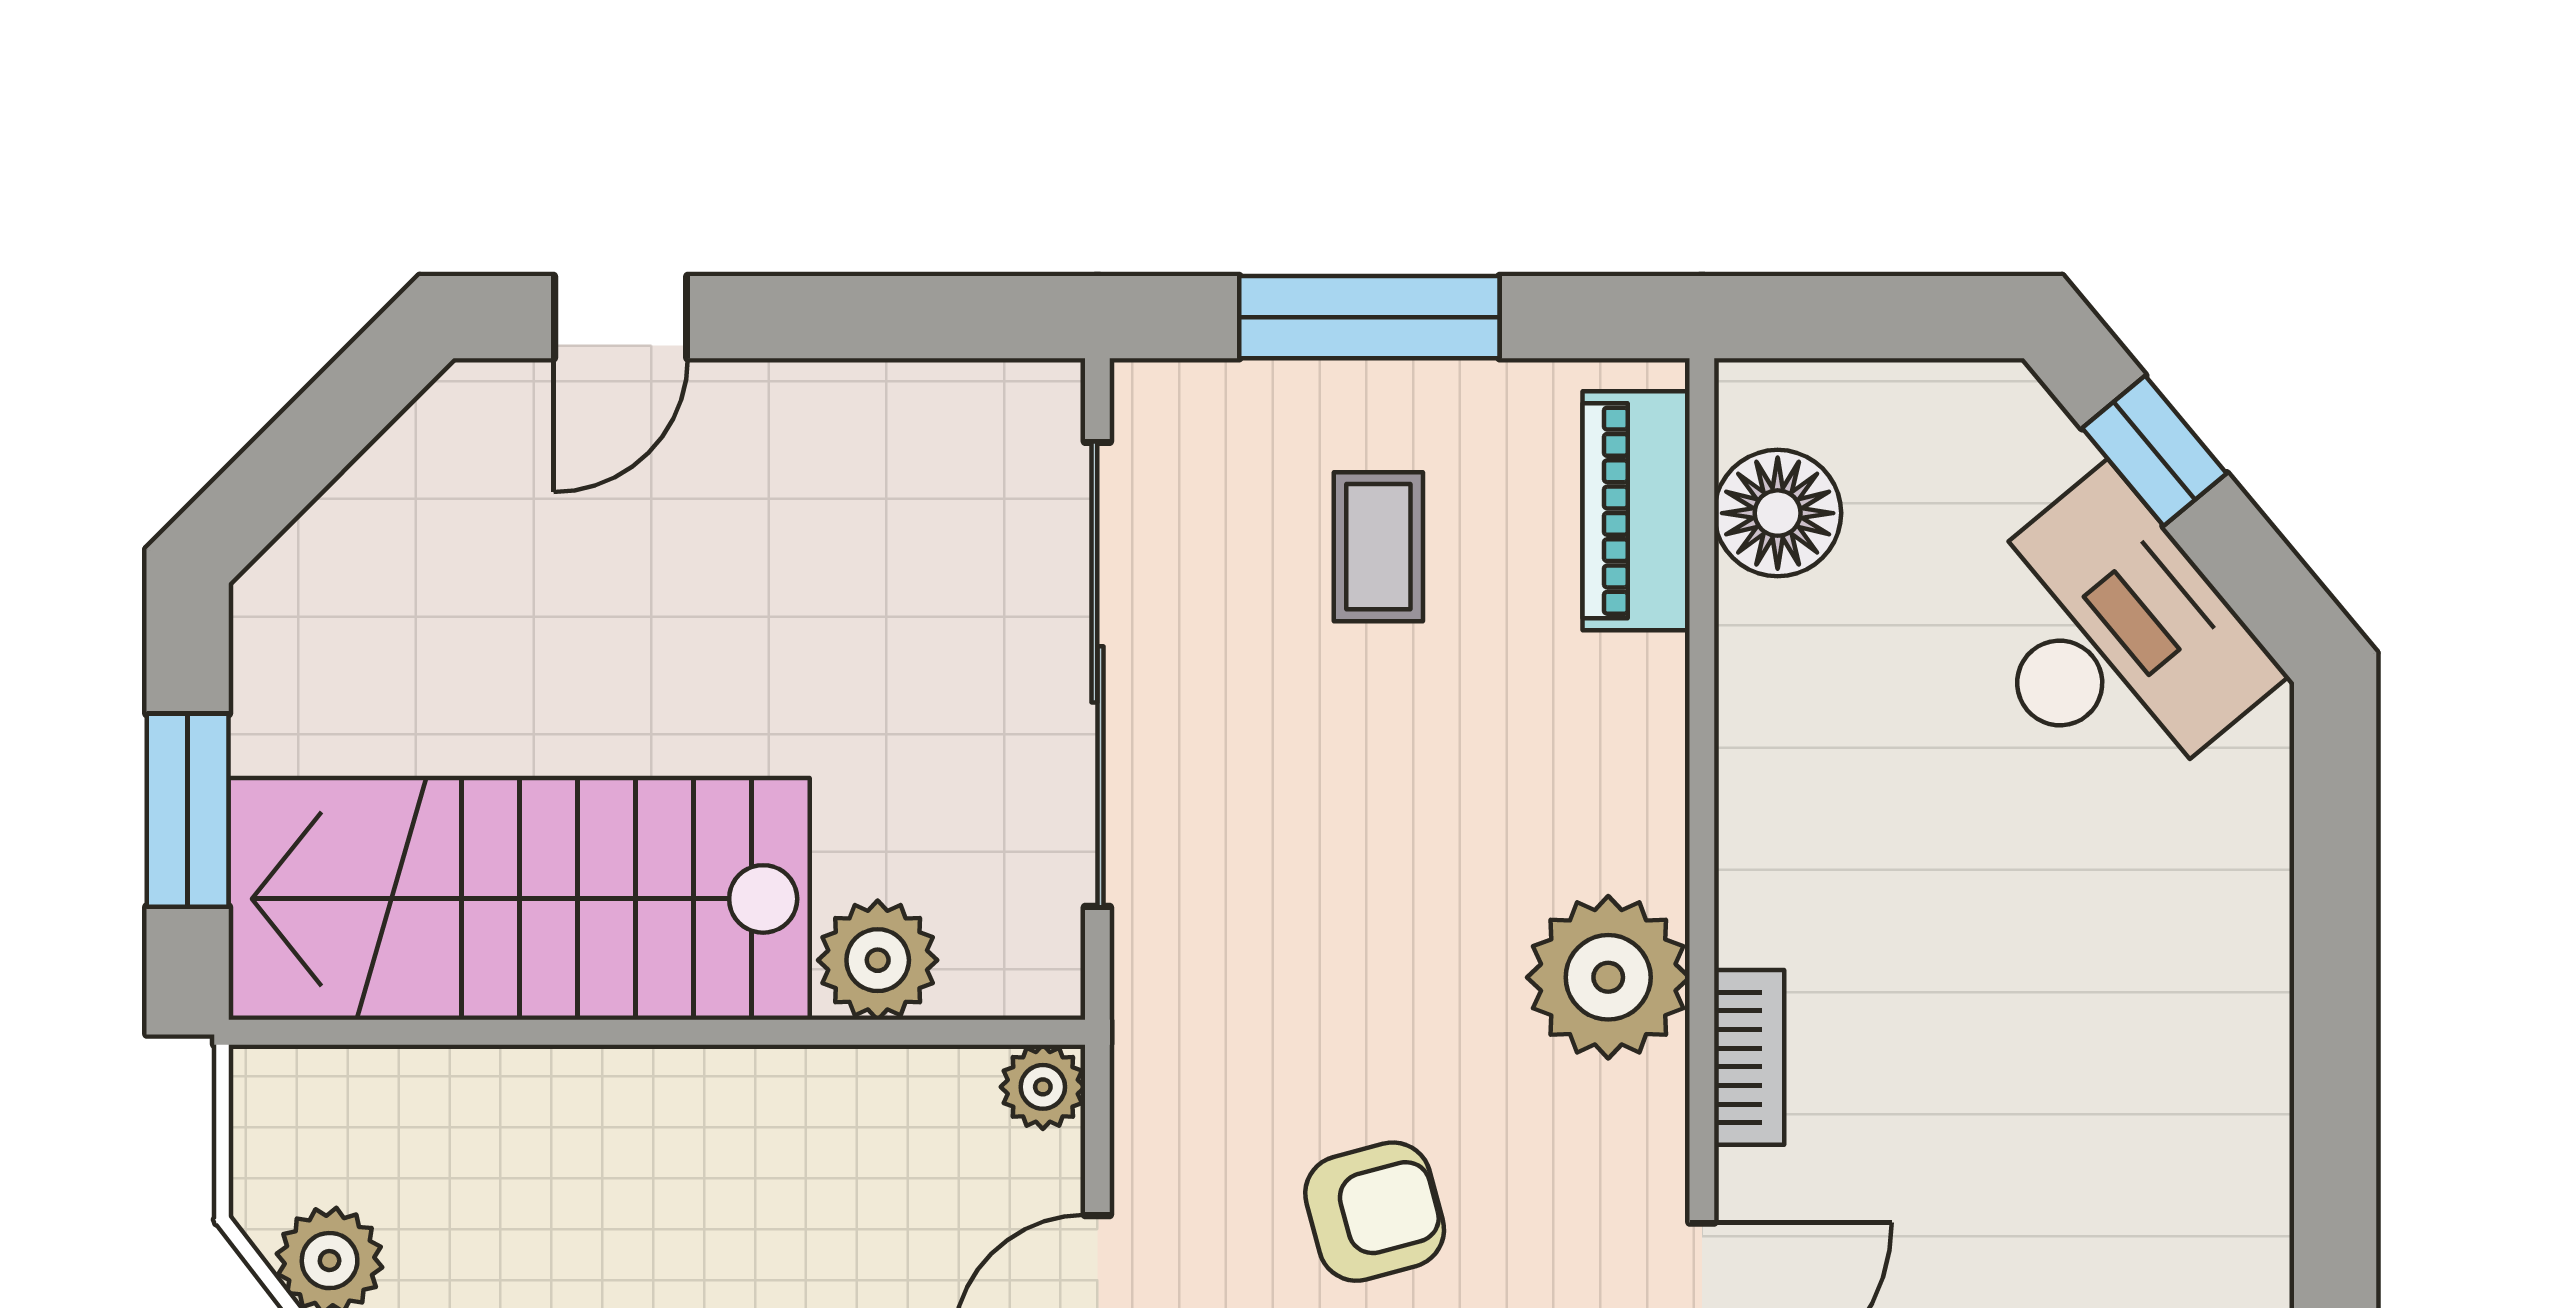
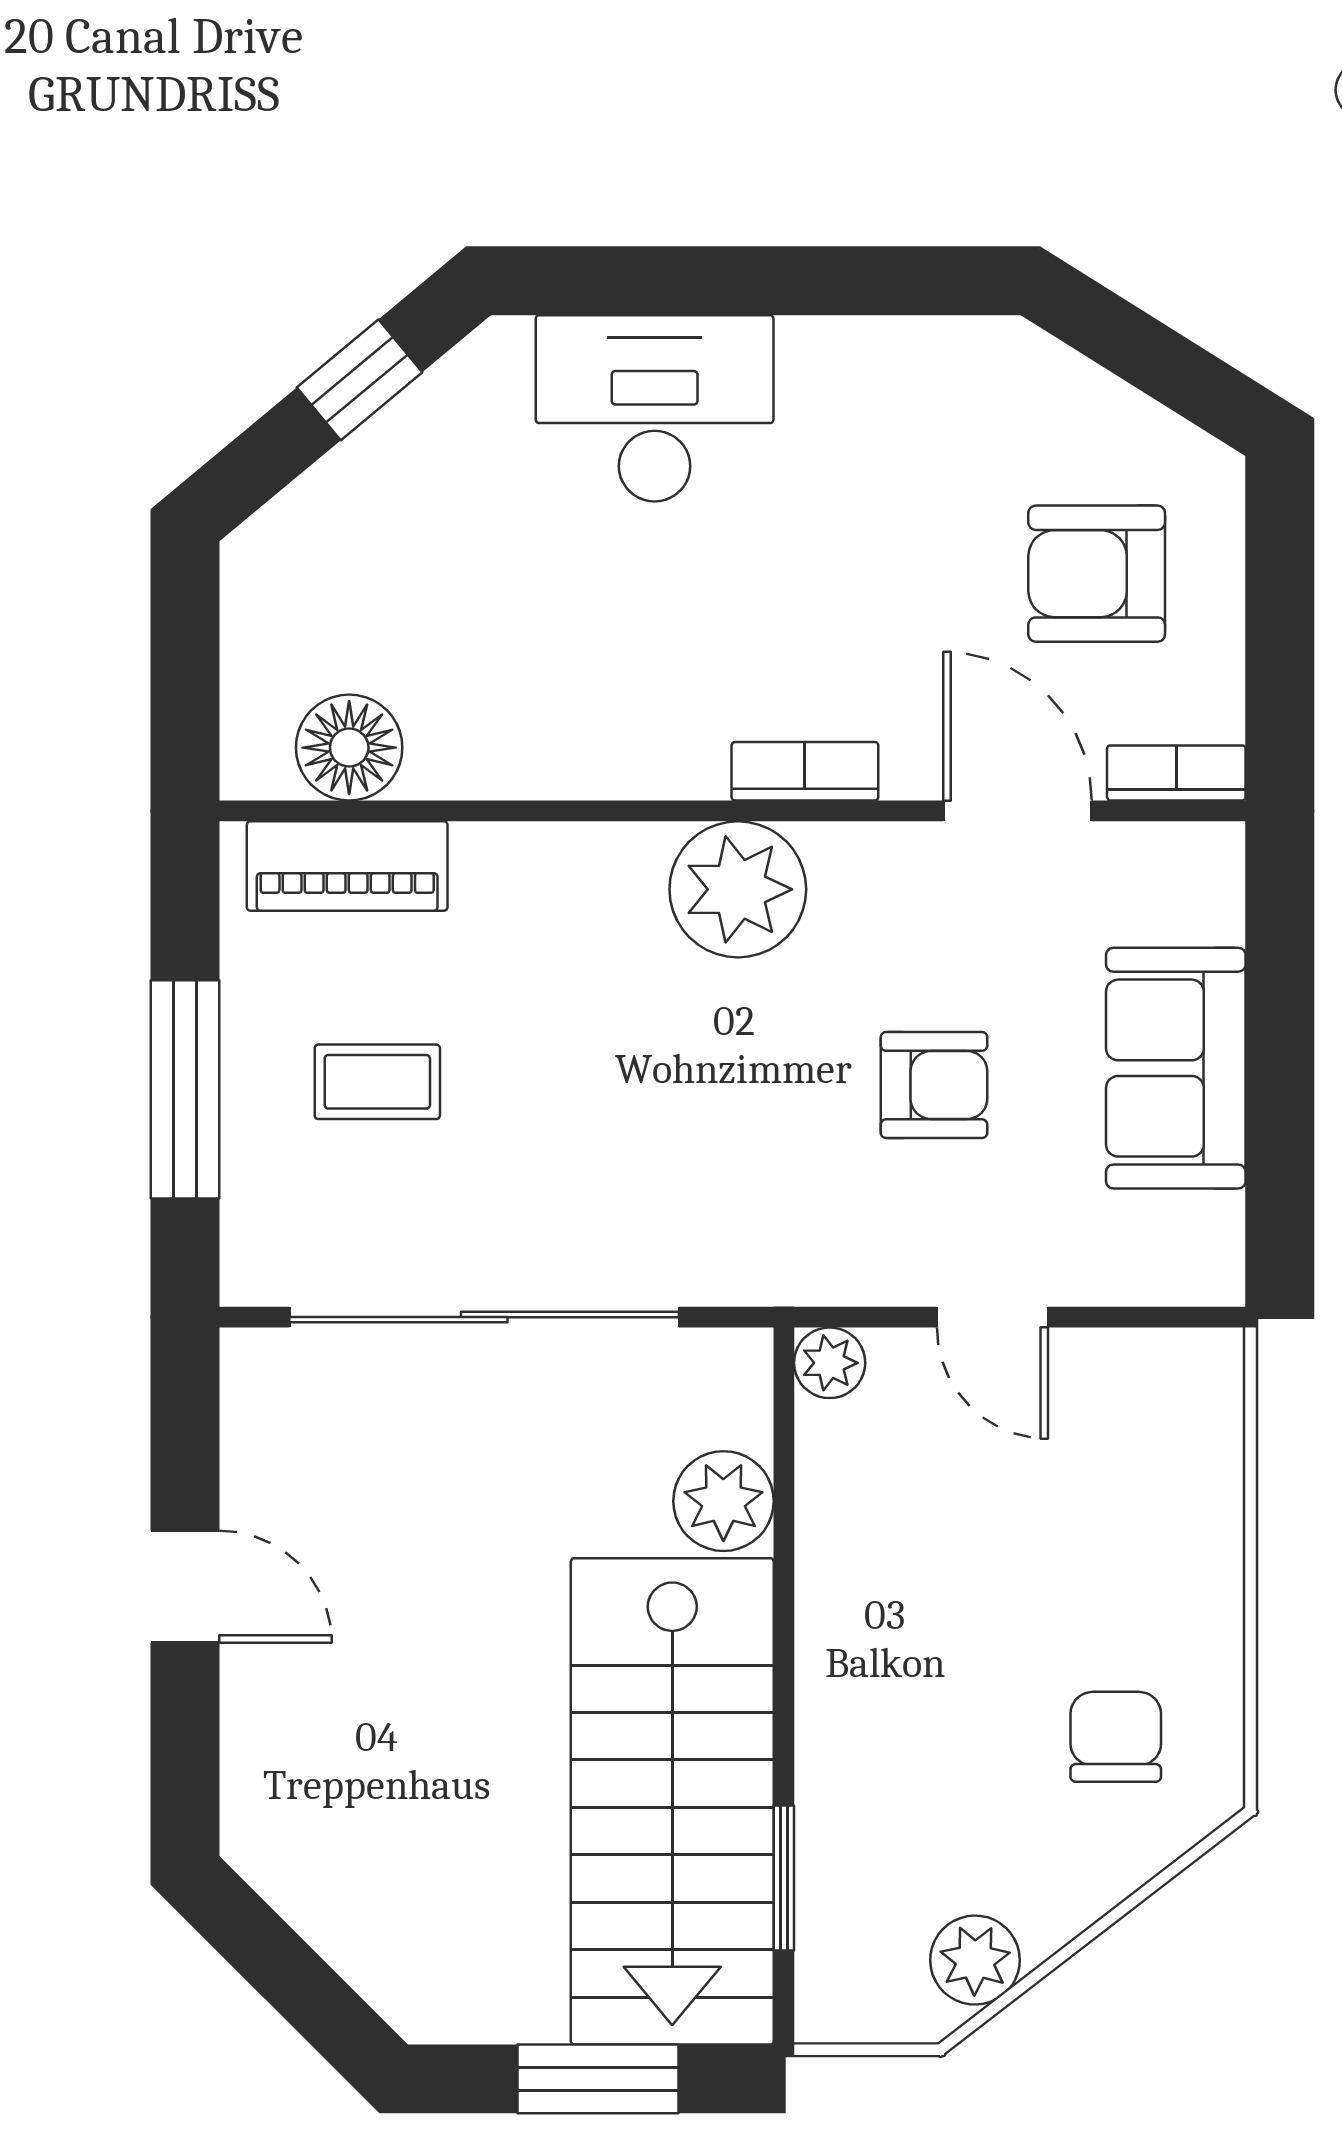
door: (621, 317) -> (185, 1587), moved
window: (2154, 451) -> (360, 380), moved
desk: (2113, 639) -> (655, 408), moved, turned 40
window: (428, 1032) -> (784, 1878), added
armchair: (1375, 1212) -> (934, 1085), turned 105

